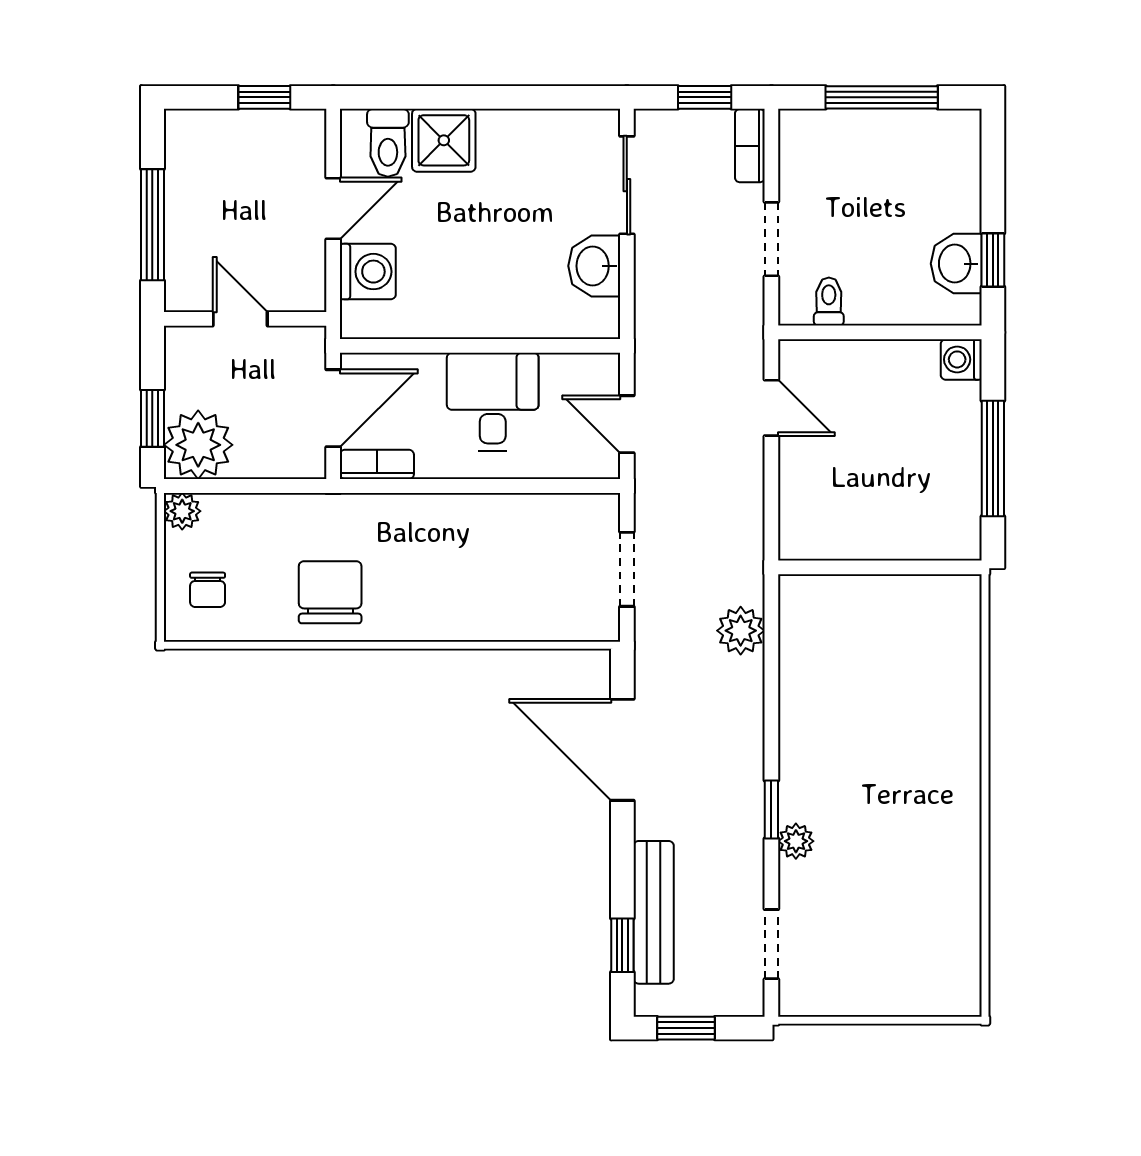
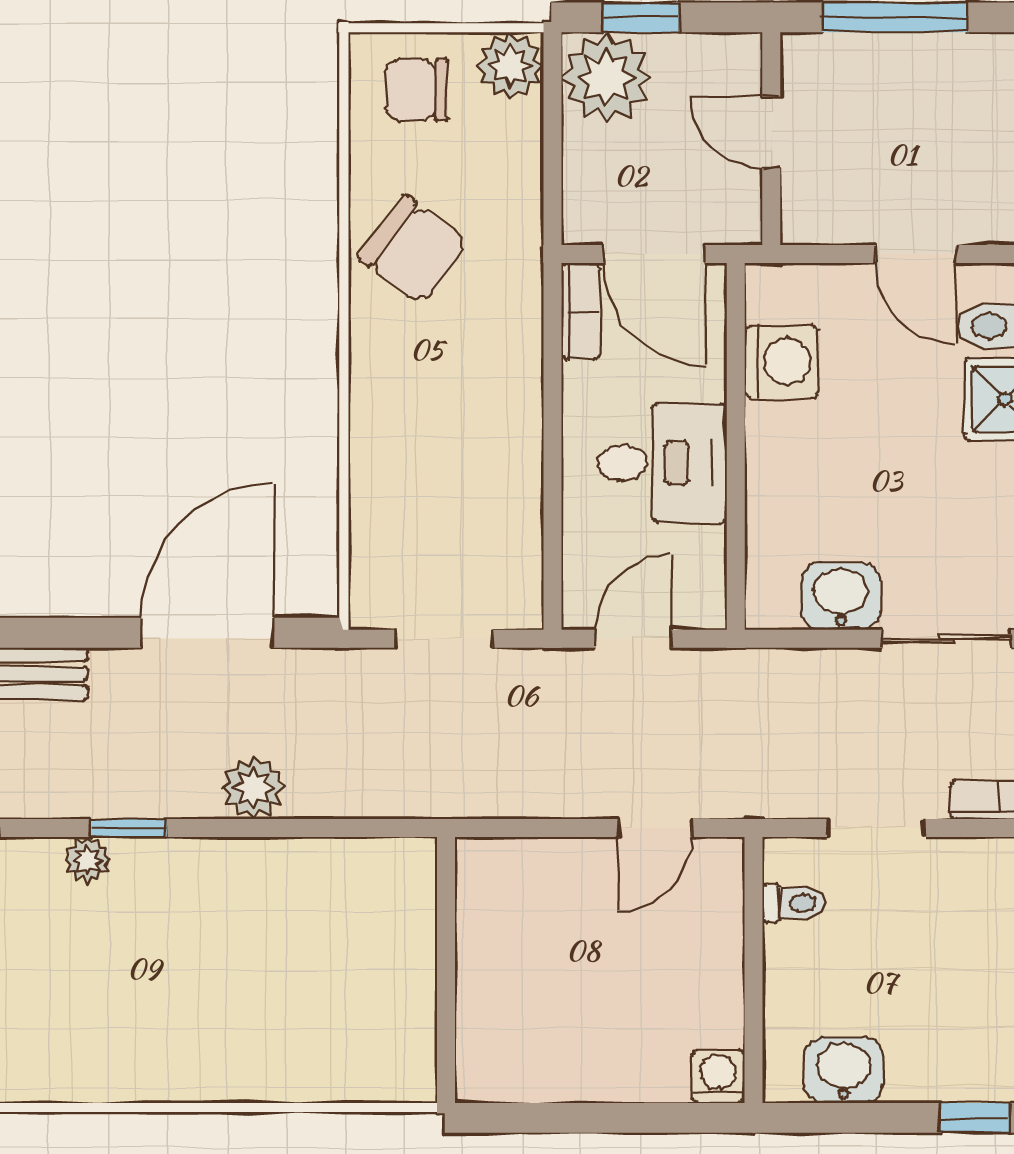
window: (993, 260) -> (975, 1118), moved
washing machine: (368, 272) -> (781, 362), moved, turned -90
door: (240, 319) -> (771, 132), swing flipped
window: (993, 458) -> (588, 1118), removed
plant: (182, 511) -> (510, 66), width x1.38, depth x1.38
chair: (208, 590) -> (417, 90), width x1.37, depth x1.37
chair: (330, 592) -> (413, 250), turned 37
plant: (741, 631) -> (253, 788), moved

